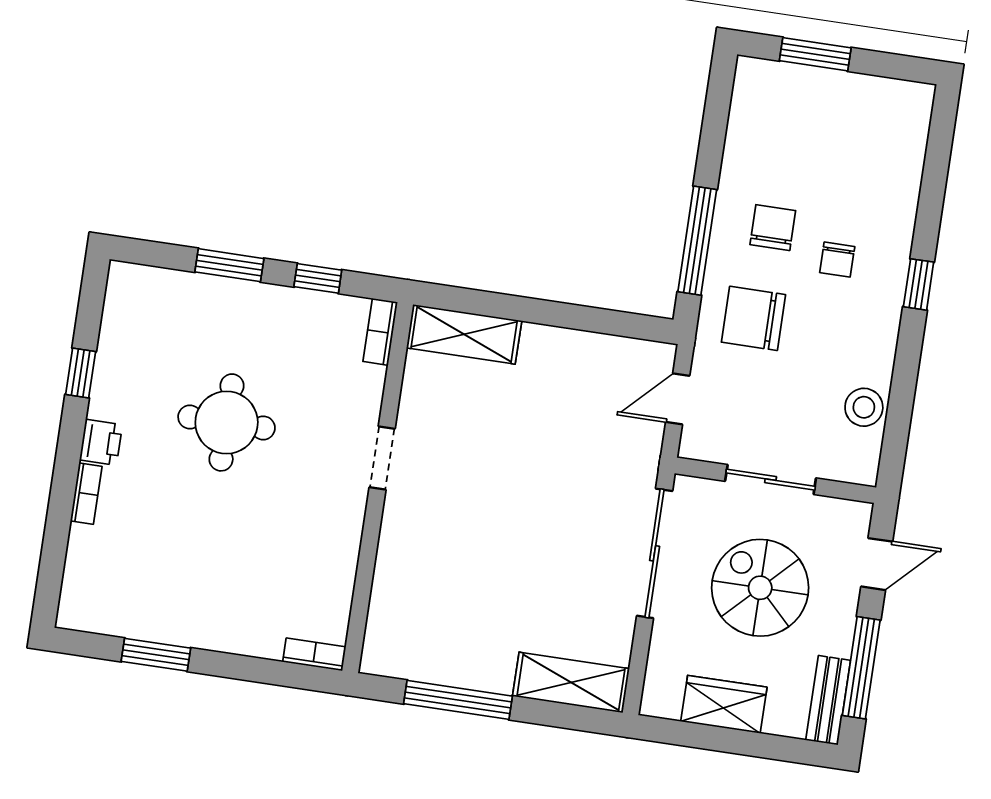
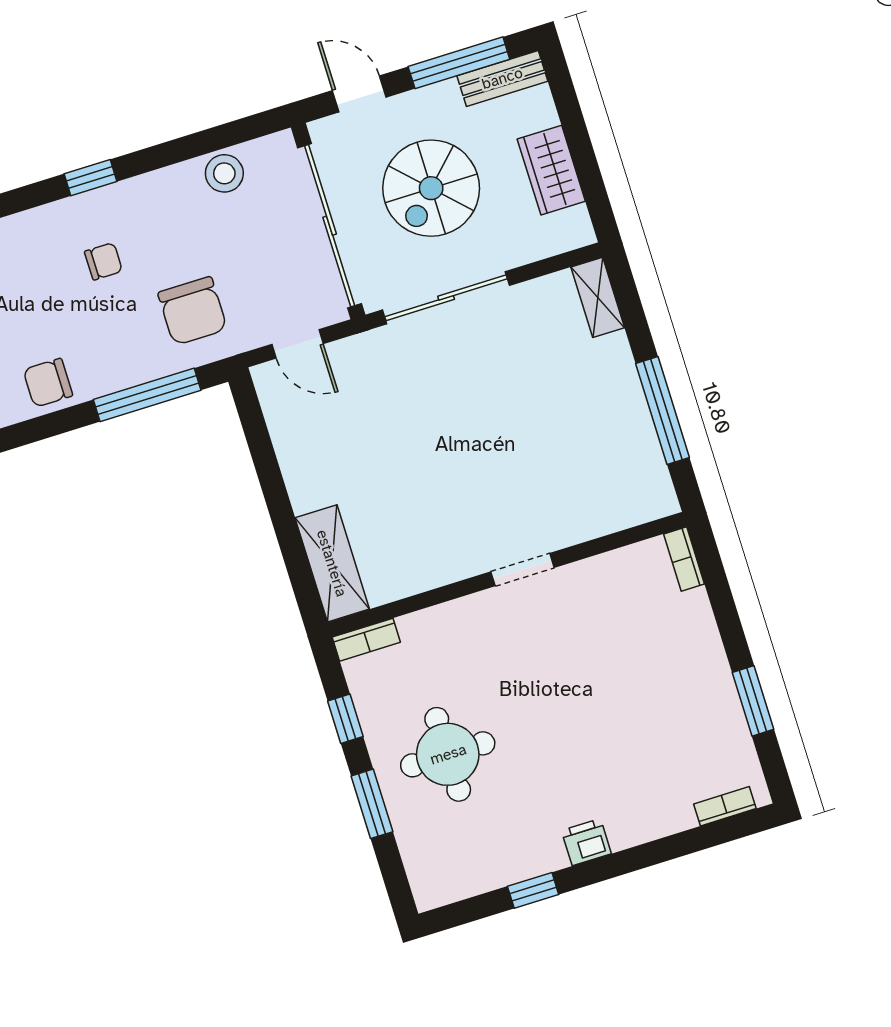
chair: (773, 228) -> (48, 383), moved
round table: (227, 422) -> (448, 754), moved
doorway: (382, 458) -> (523, 570), moved
sliding door: (771, 480) -> (330, 226), width x1.86
bookcase: (86, 494) -> (725, 806), moved
shelving: (571, 682) -> (598, 297), width x0.67, depth x0.75

